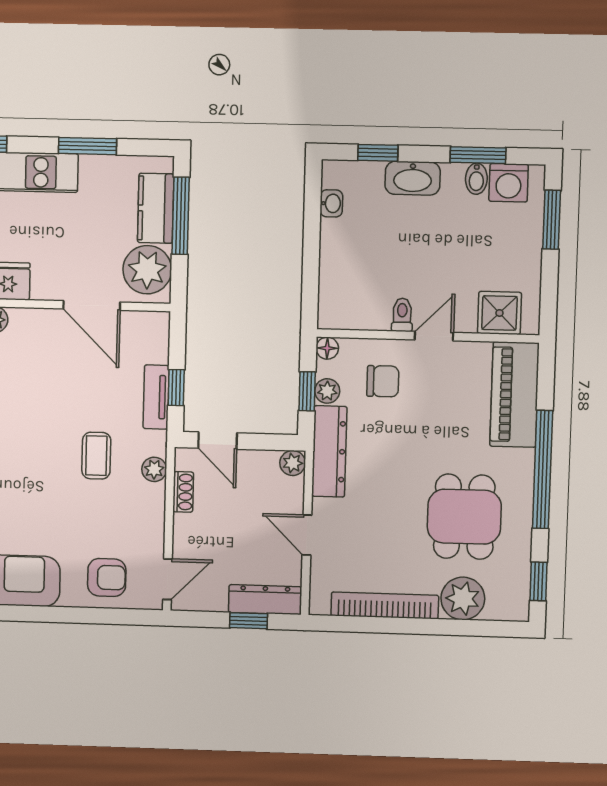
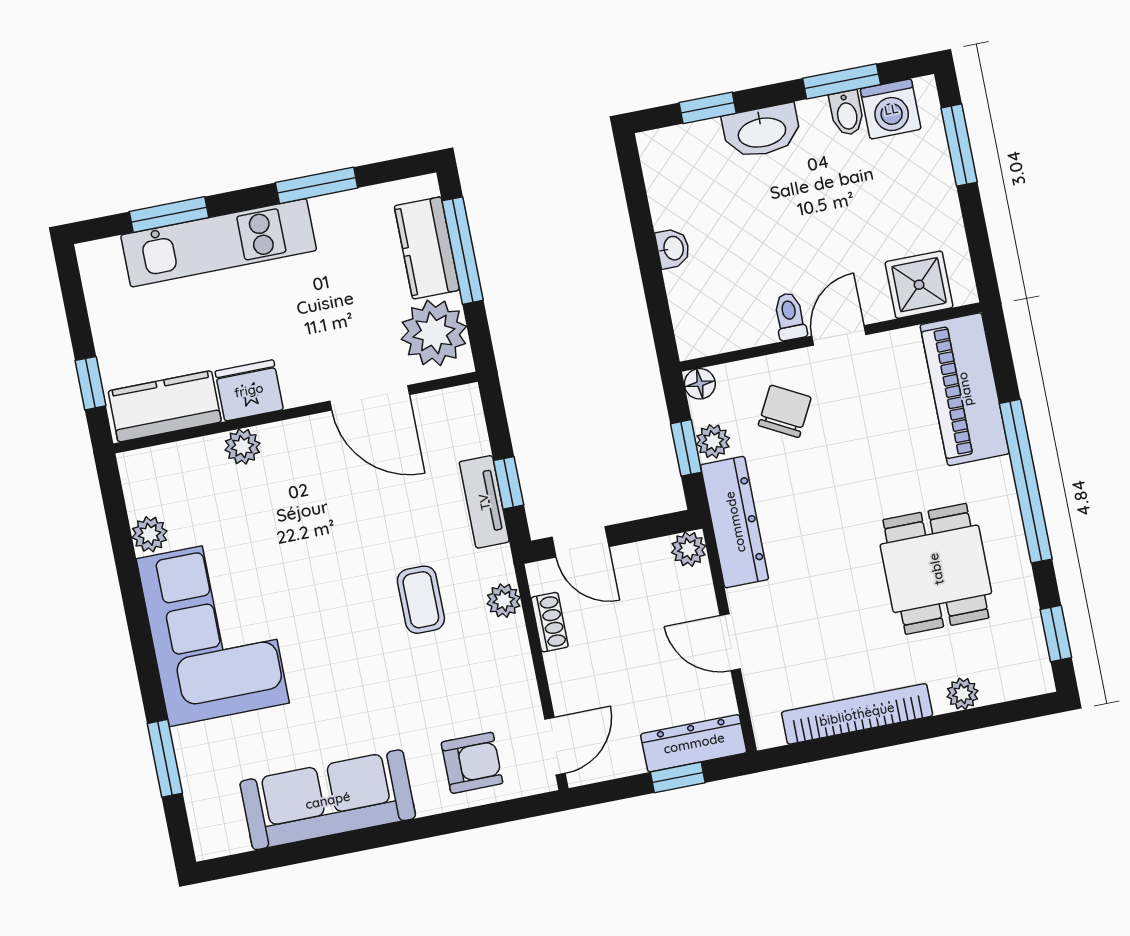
washbasin: (331, 203) -> (673, 248), moved
chair: (383, 381) -> (785, 411), turned -62
plant: (463, 598) -> (963, 694), width x0.53, depth x0.53

